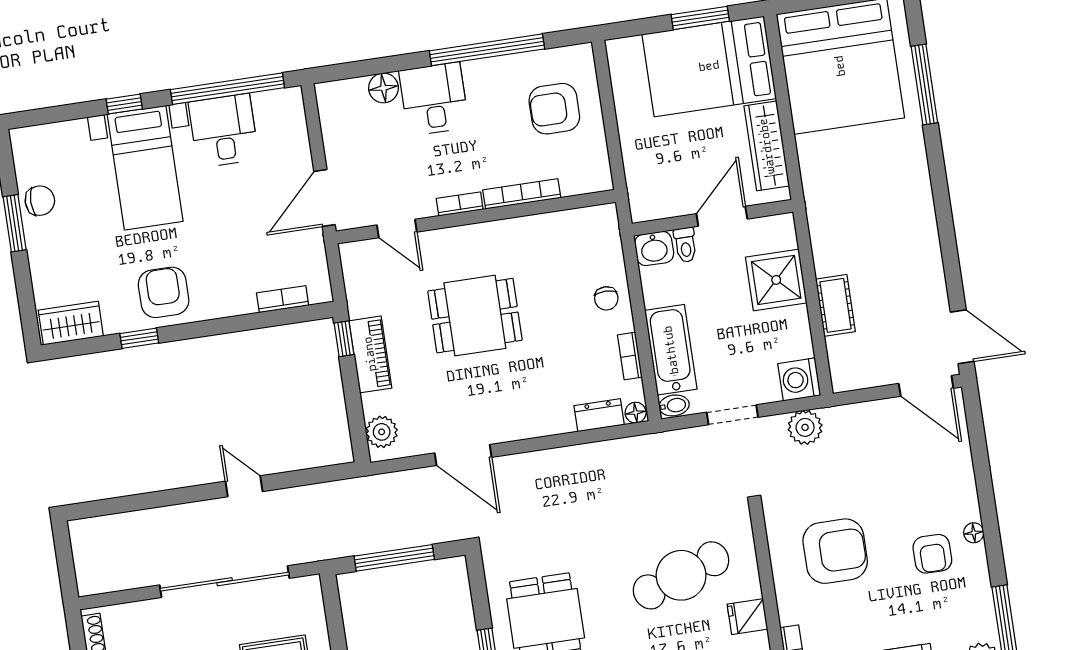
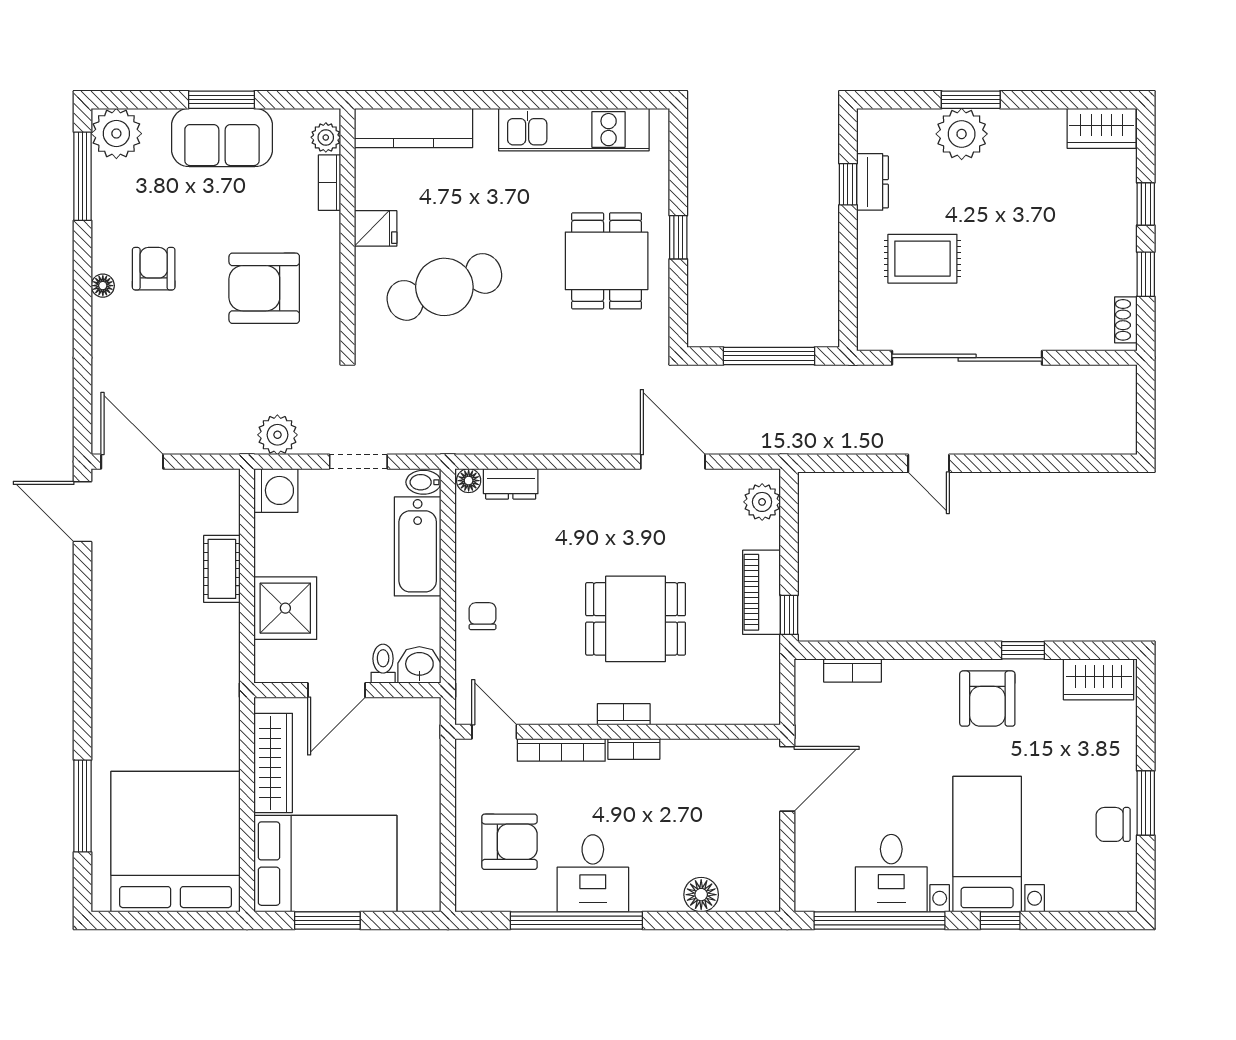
desk: (434, 99) -> (593, 873), moved
door: (397, 229) -> (494, 732), moved
bookcase: (630, 356) -> (624, 714), moved, turned -90

